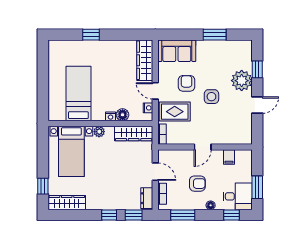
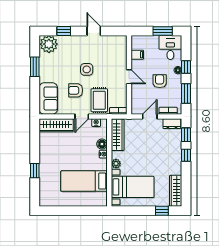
plant: (242, 81) -> (49, 44), moved
window: (232, 215) -> (186, 67), moved

